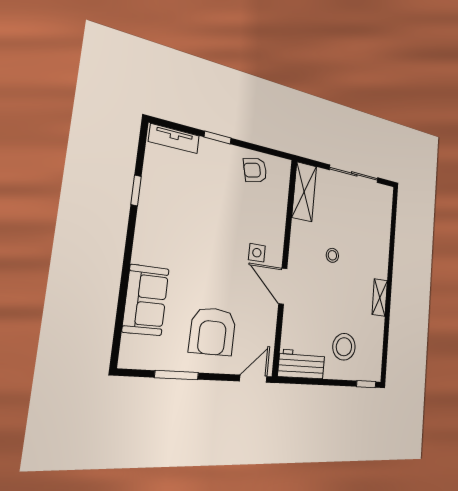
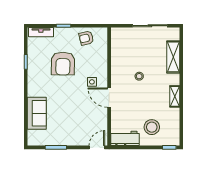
shelving: (304, 192) -> (173, 57), moved
armchair: (213, 331) -> (63, 64), moved

